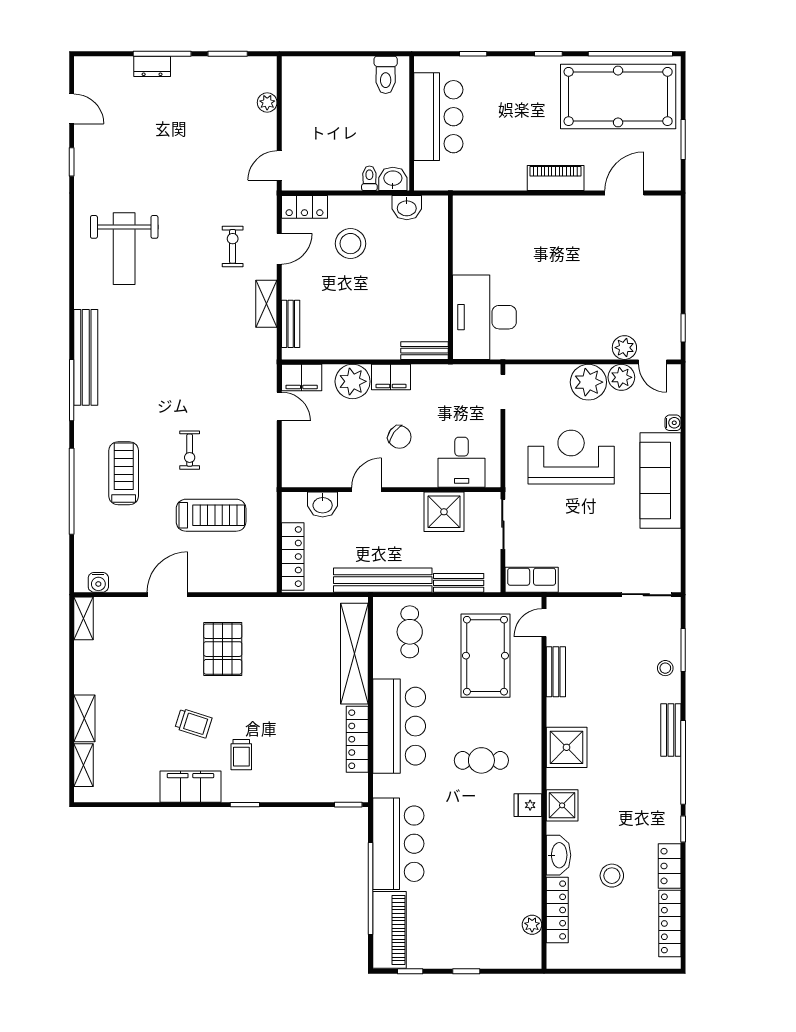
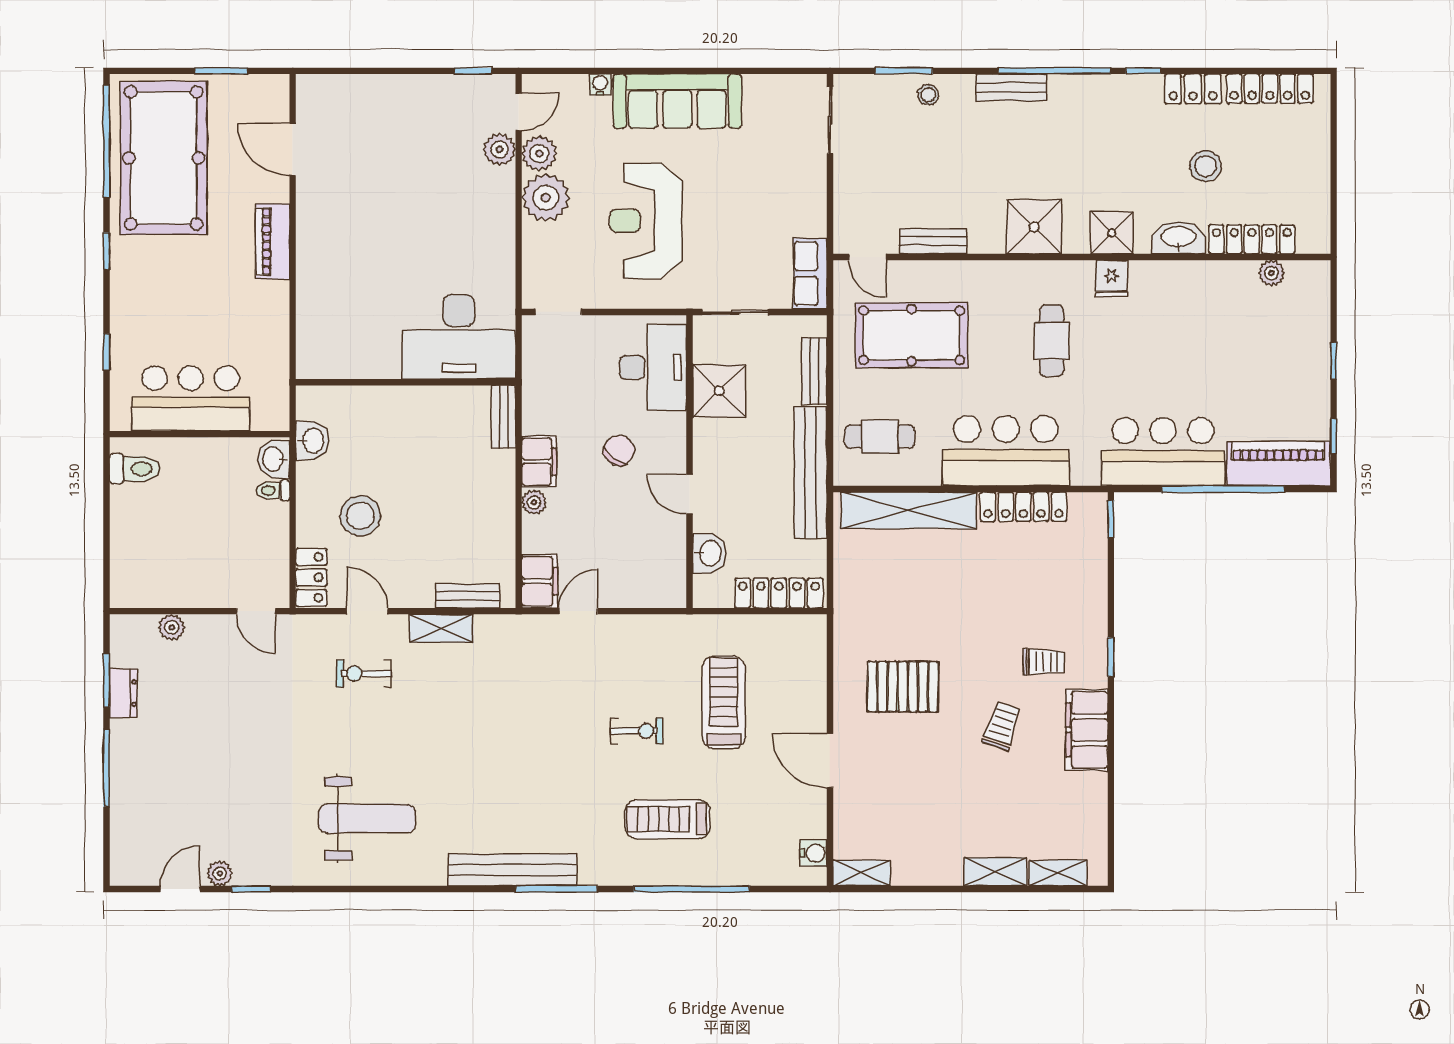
dresser: (152, 66) -> (123, 693), moved
plant: (83, 138) -> (220, 873), added
plant: (353, 381) -> (534, 502), width x0.53, depth x0.53
desk: (462, 462) -> (653, 367), width x1.37

